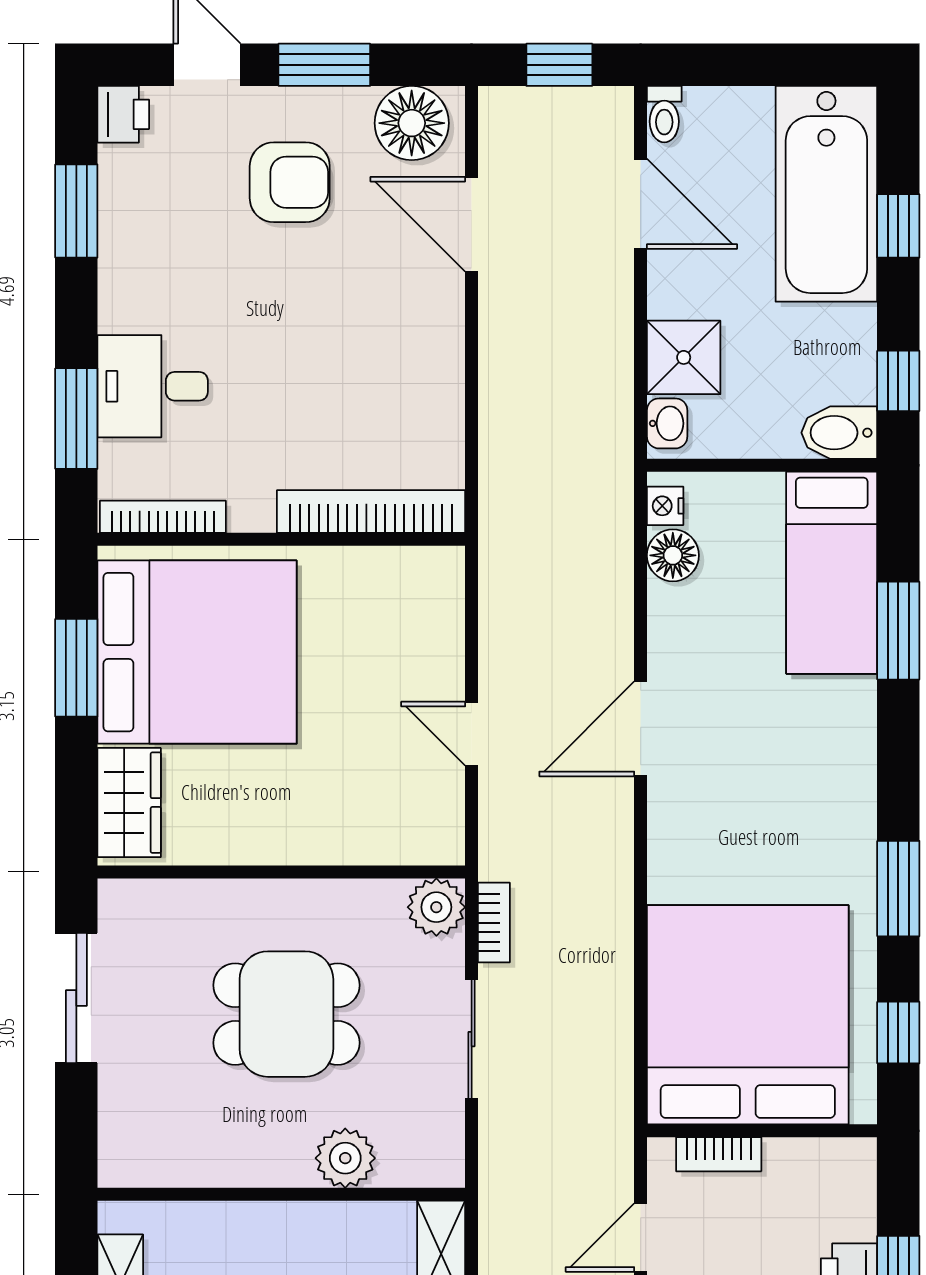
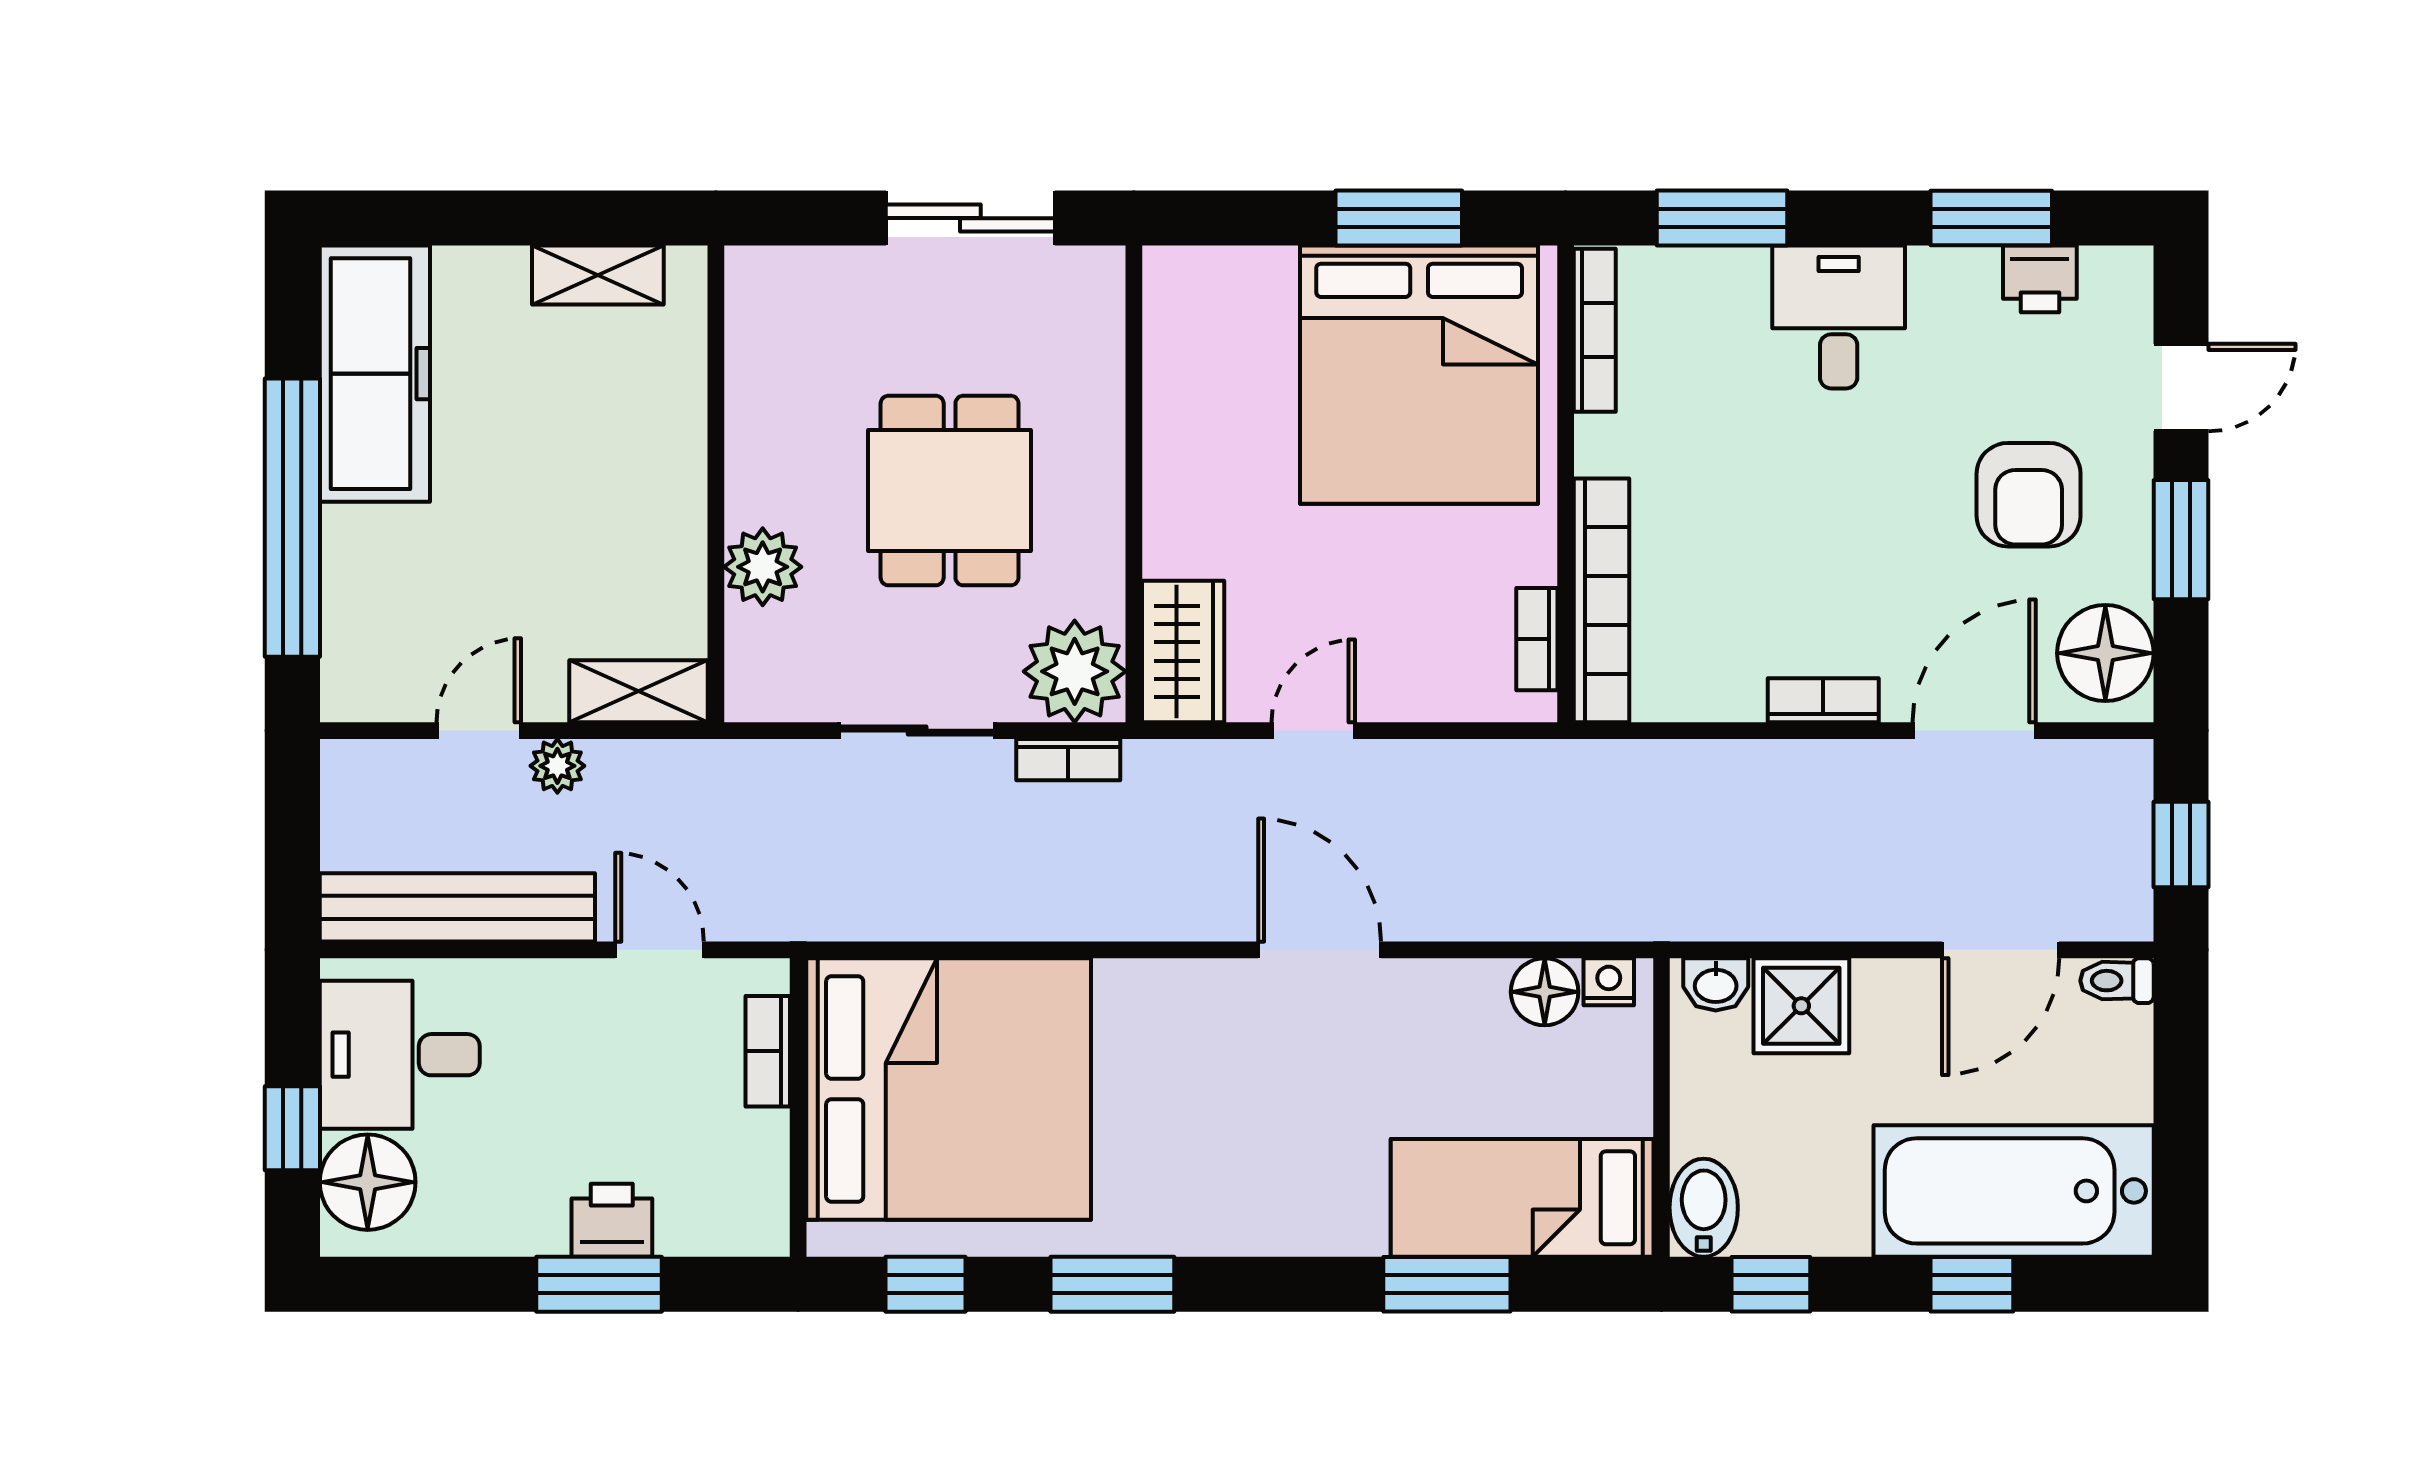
printer: (123, 114) -> (2040, 279), moved
bookcase: (448, 341) -> (1823, 700), added
desk: (153, 386) -> (1839, 317), moved
bookcase: (401, 561) -> (1537, 639), added
wardrobe: (129, 803) -> (1183, 652), moved, turned -90
plant: (436, 907) -> (1075, 671), width x1.36, depth x1.36

